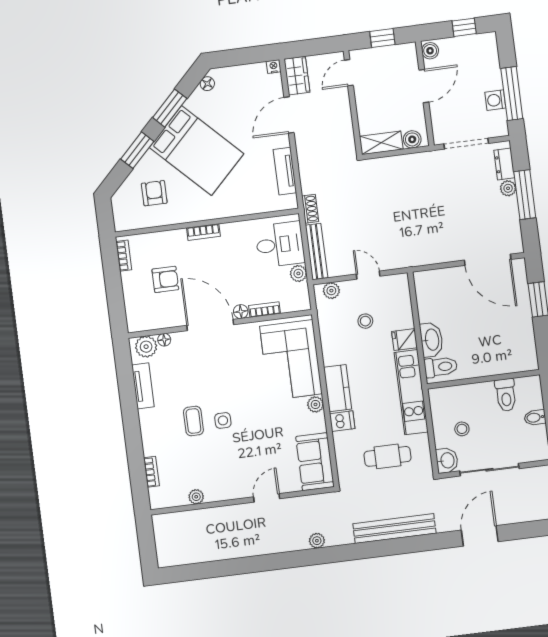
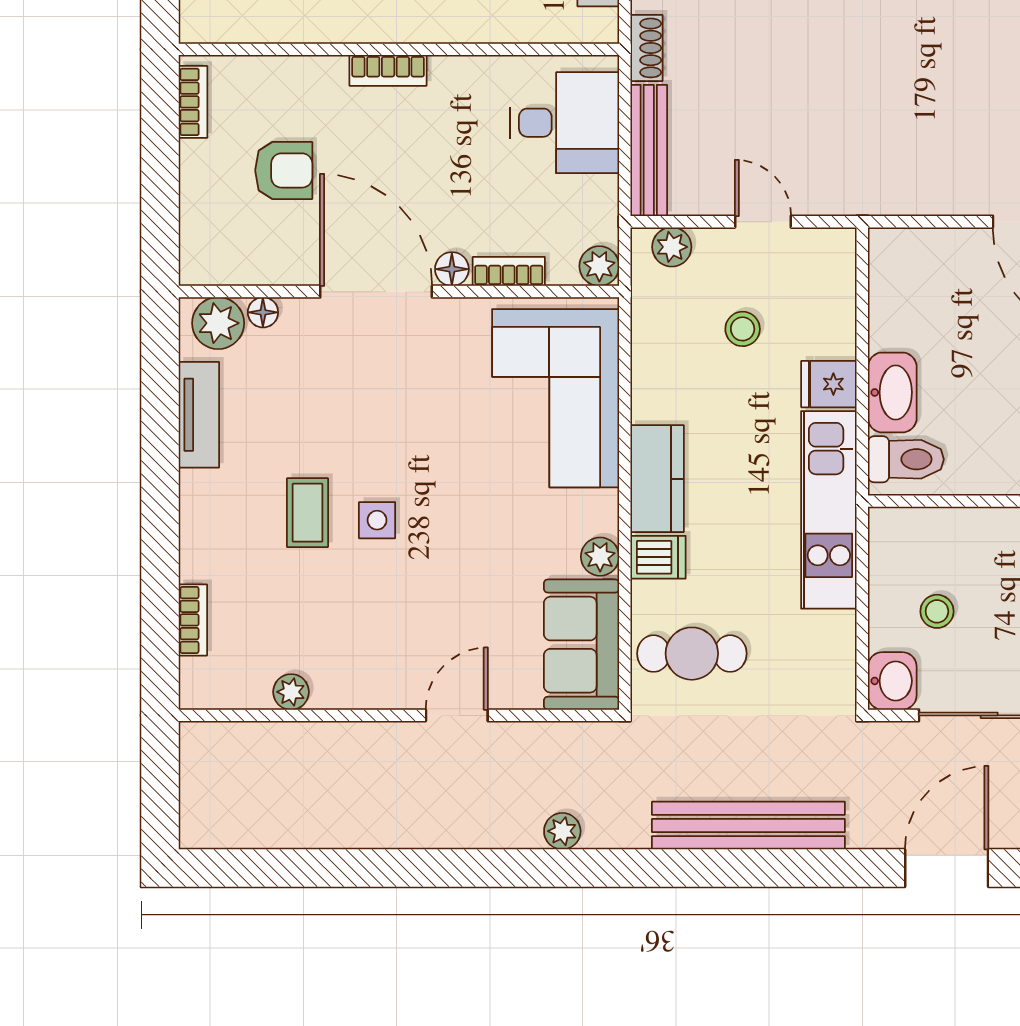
plant: (298, 273) -> (599, 266), moved
plant: (315, 404) -> (600, 557), moved
cafe table: (387, 456) -> (692, 654), moved

